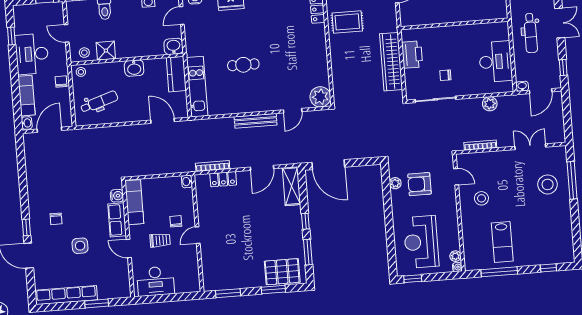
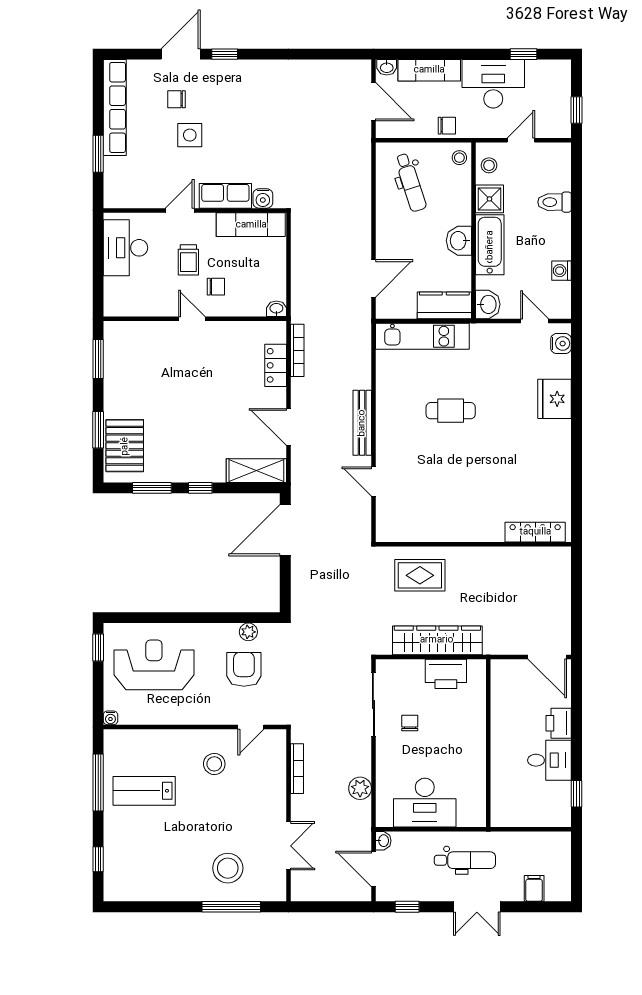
rug: (347, 22) -> (420, 575), moved, turned 90
dental chair: (531, 33) -> (465, 860), turned 180
bathtub: (135, 48) -> (490, 245), added
cafe table: (243, 65) -> (451, 411), turned 90
plant: (320, 97) -> (392, 526), removed
chair: (56, 219) -> (177, 99), moved
plant: (455, 256) -> (128, 716), removed

